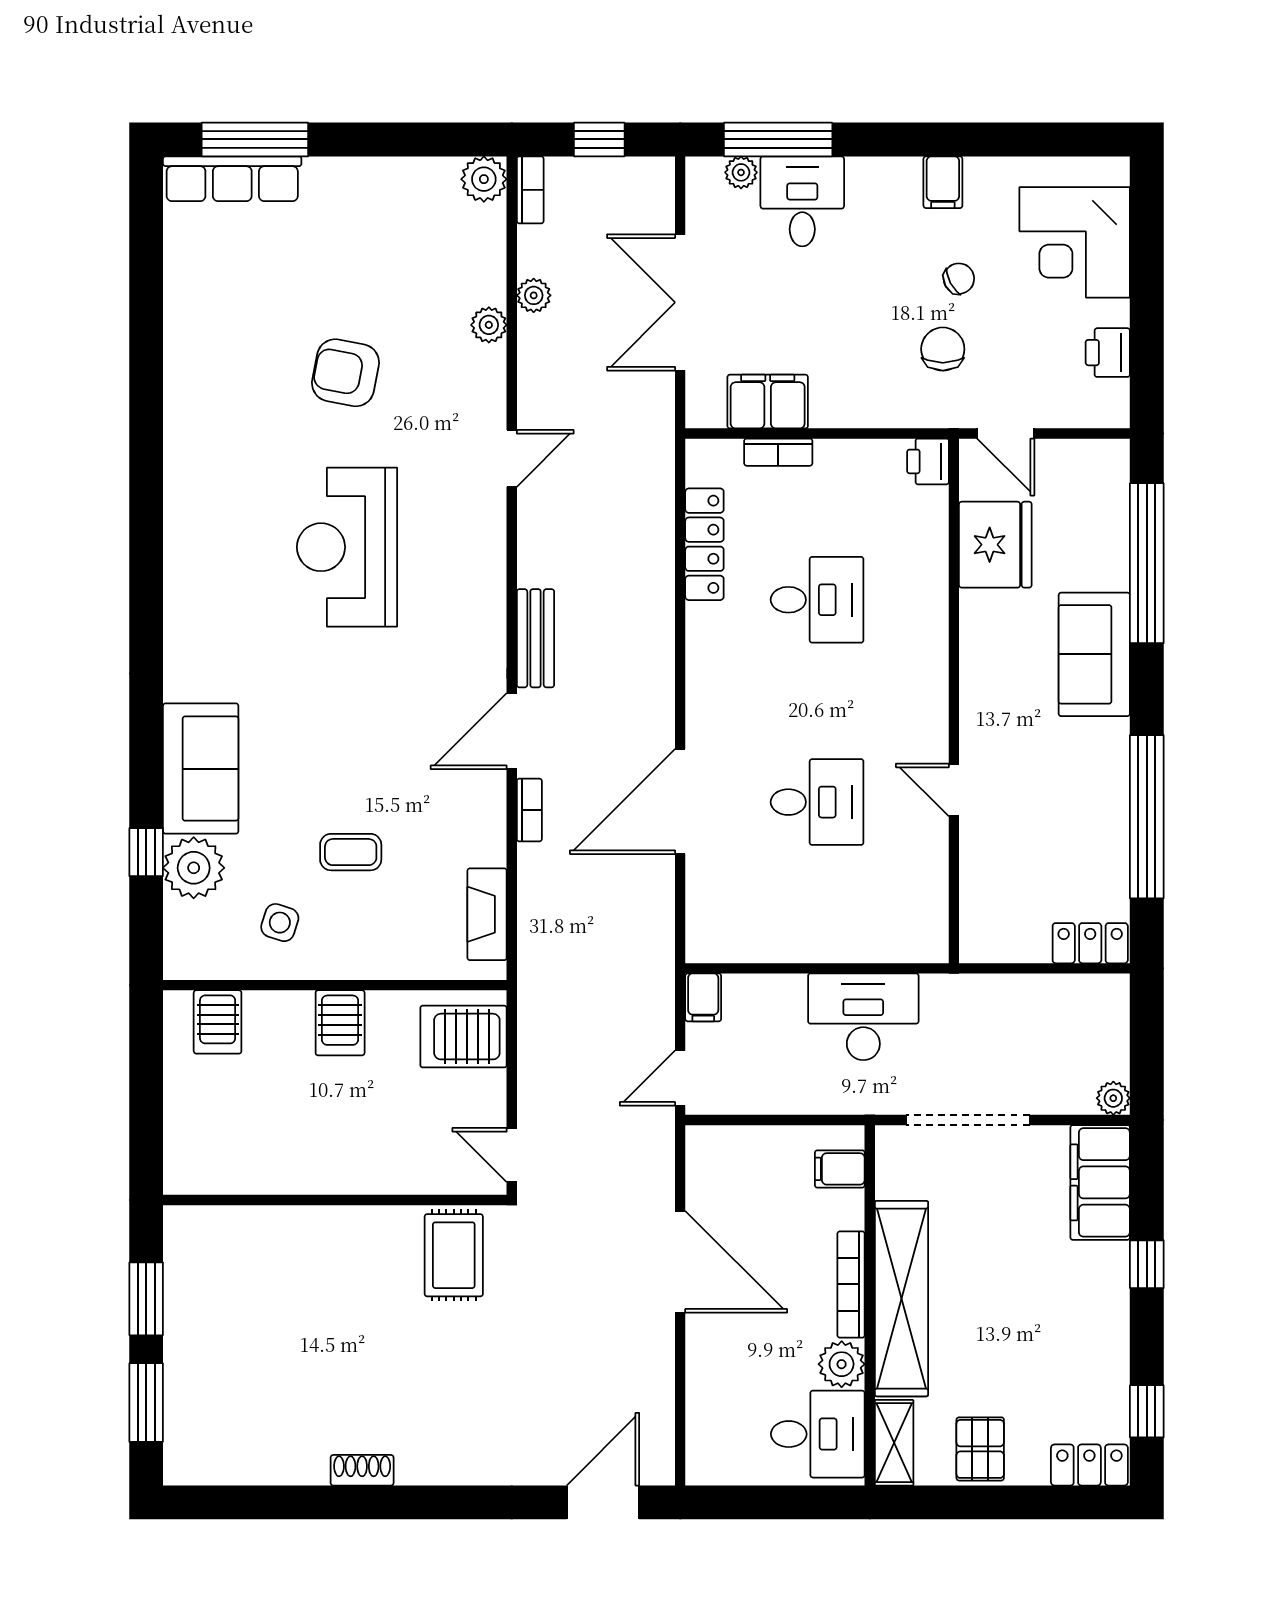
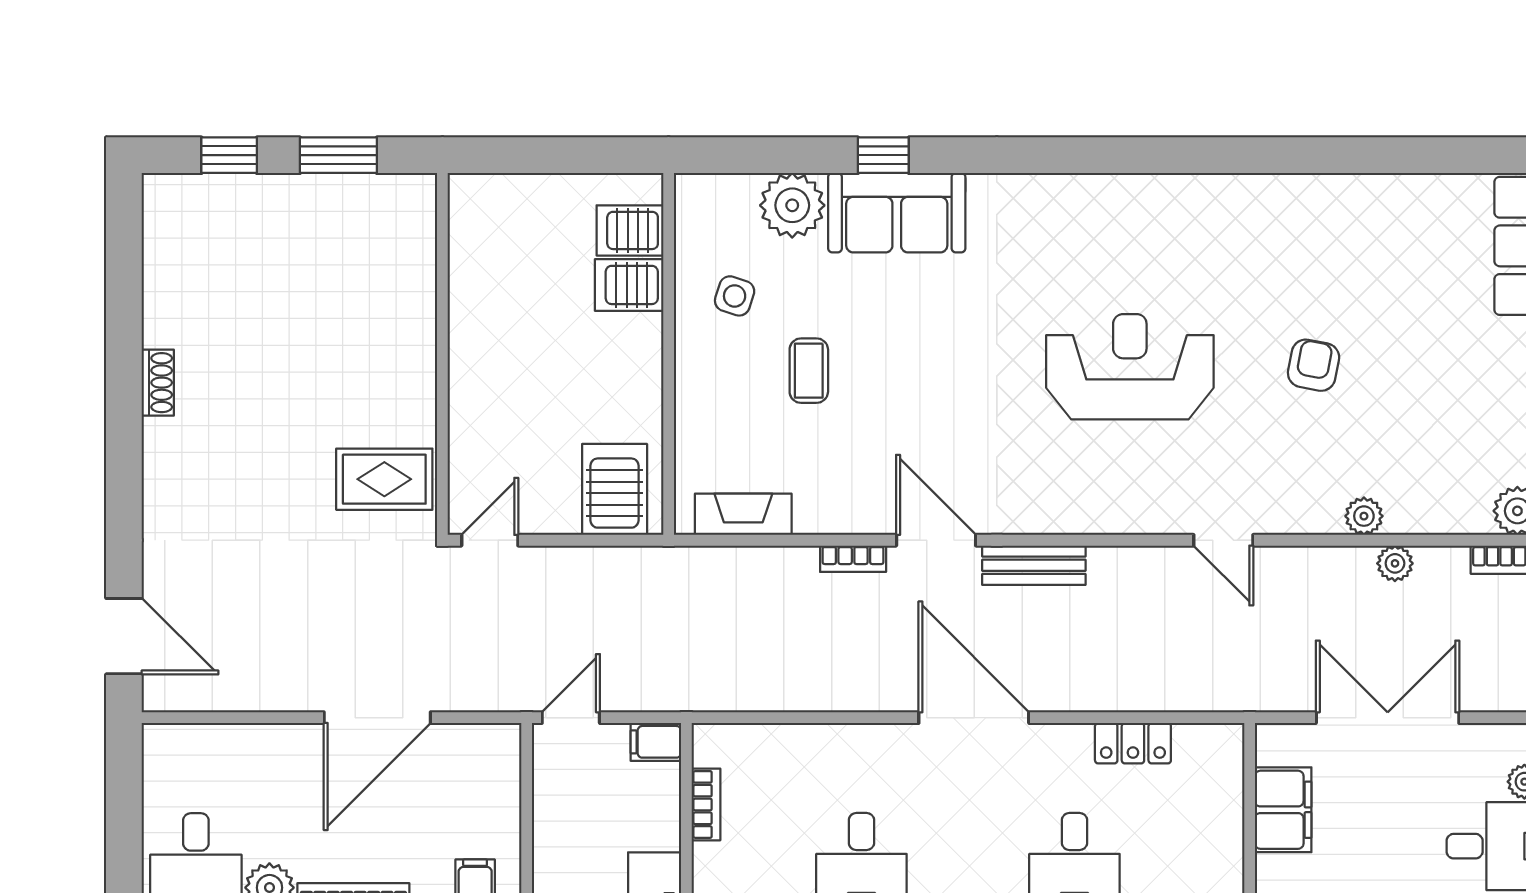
armchair: (346, 373) -> (1314, 365), width x0.72, depth x0.72
bookcase: (778, 452) -> (706, 804), moved, turned 180
locker: (704, 544) -> (1133, 743), width x0.66
door: (680, 801) -> (974, 718), moved
window: (146, 852) -> (883, 155), moved
server rack: (340, 1023) -> (629, 285), moved
door: (680, 1078) -> (571, 718), hinge flipped
window: (146, 1403) -> (229, 155), width x0.67

